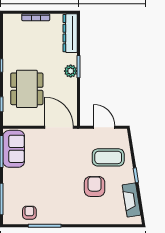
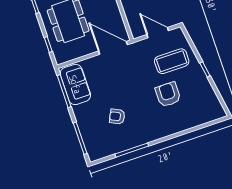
fireplace: (131, 200) -> (209, 95), removed
armchair: (29, 213) -> (117, 117), moved, turned -64

